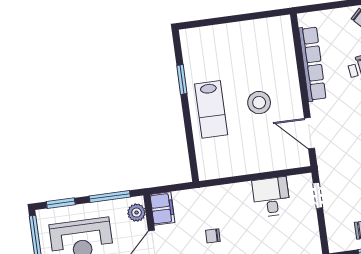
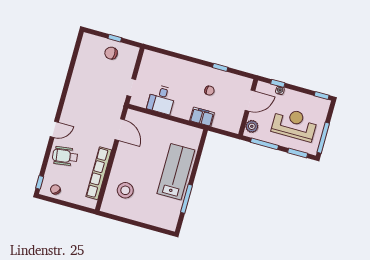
window: (182, 80) -> (186, 199), width x1.44
stool: (259, 103) -> (125, 190), moved
lab bench: (211, 109) -> (176, 172), width x1.36, depth x1.39
filing cabinet: (162, 209) -> (202, 117), moved, turned 90

